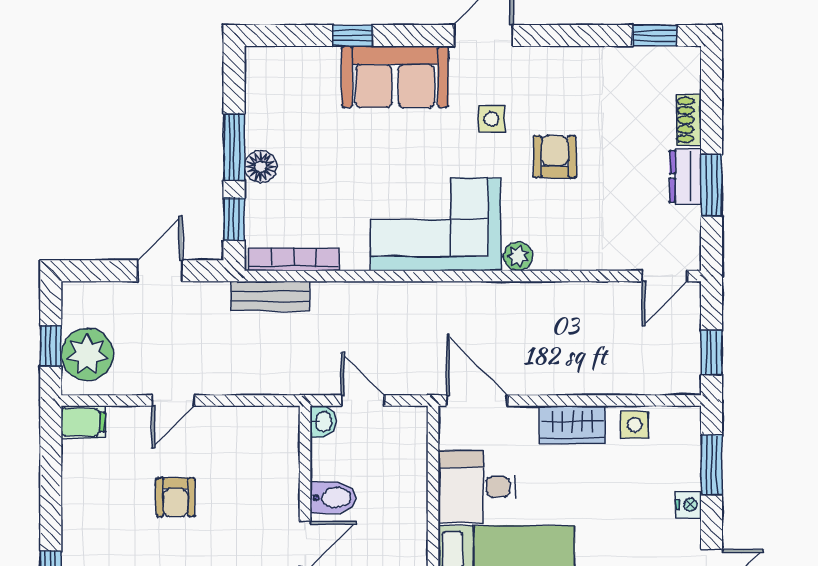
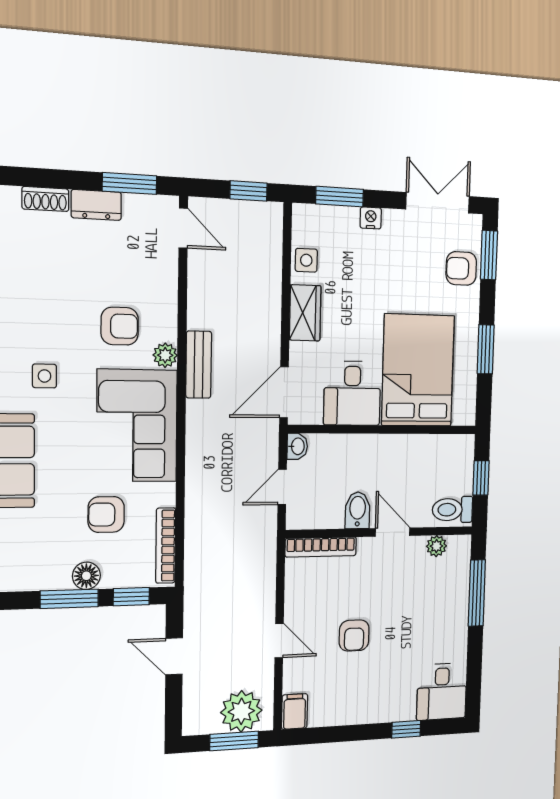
armchair: (555, 157) -> (120, 326), moved, turned 180
window: (711, 185) -> (130, 183), moved
armchair: (332, 189) -> (106, 514), added
bench: (270, 296) -> (199, 365), moved
window: (51, 346) -> (234, 741), width x1.50
washbasin: (323, 421) -> (297, 446), moved, turned 90
bookcase: (288, 451) -> (321, 547), added
armchair: (176, 497) -> (354, 635), turned 90

